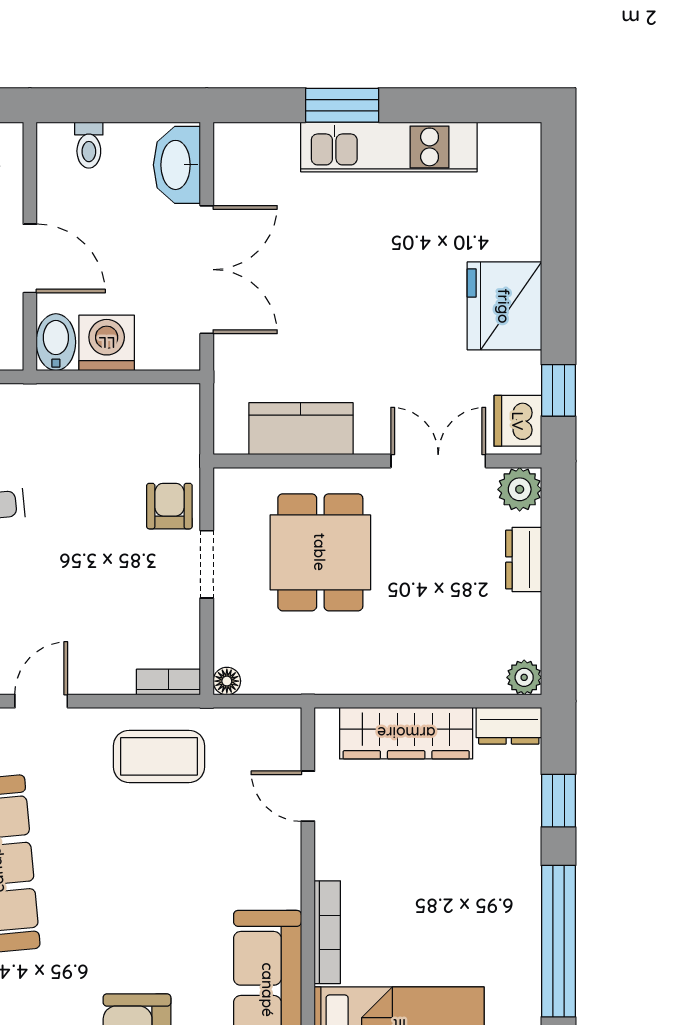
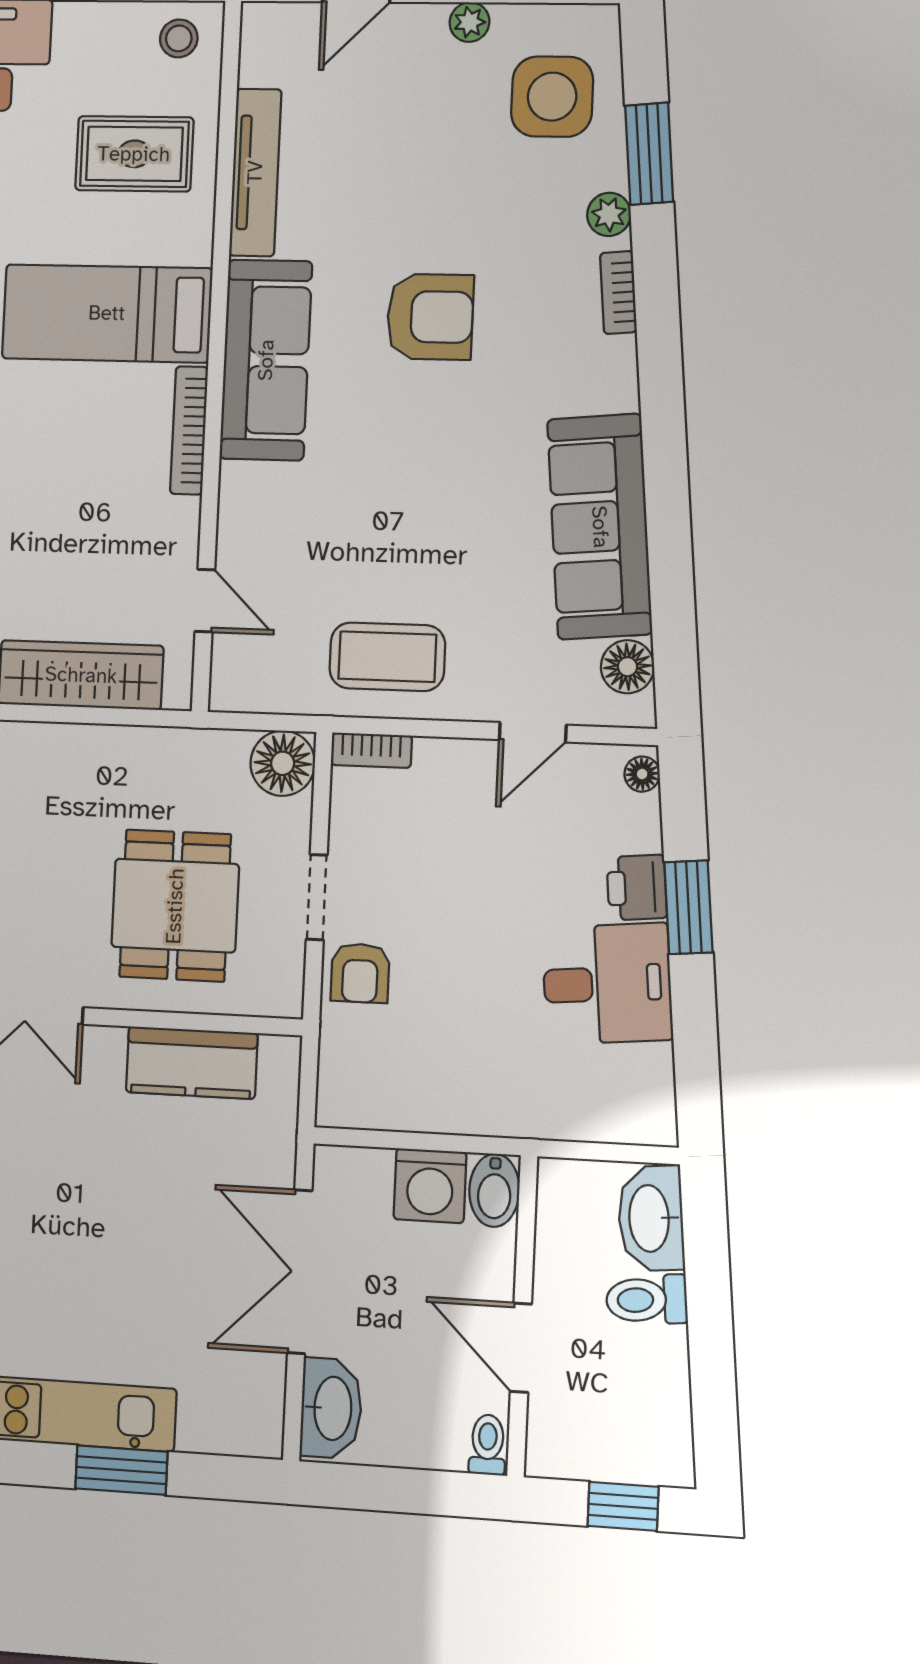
toilet: (89, 145) -> (488, 1445), moved
door: (30, 258) -> (521, 1348), moved
floor lamp: (227, 681) -> (283, 763), width x1.89, depth x1.89

